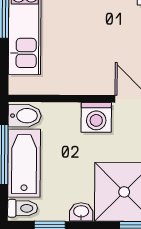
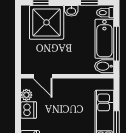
washing machine: (96, 117) -> (63, 65), removed

